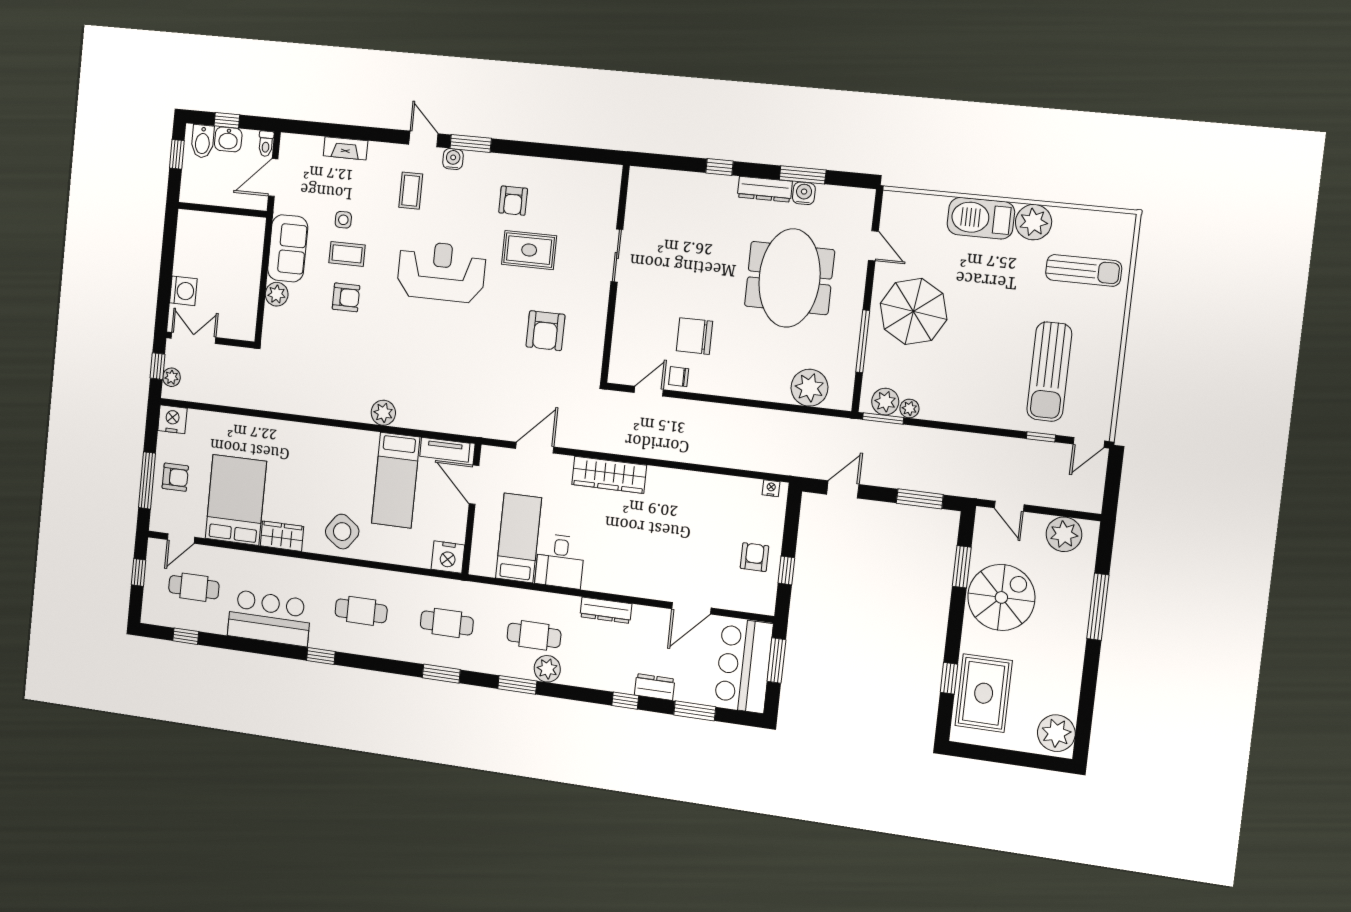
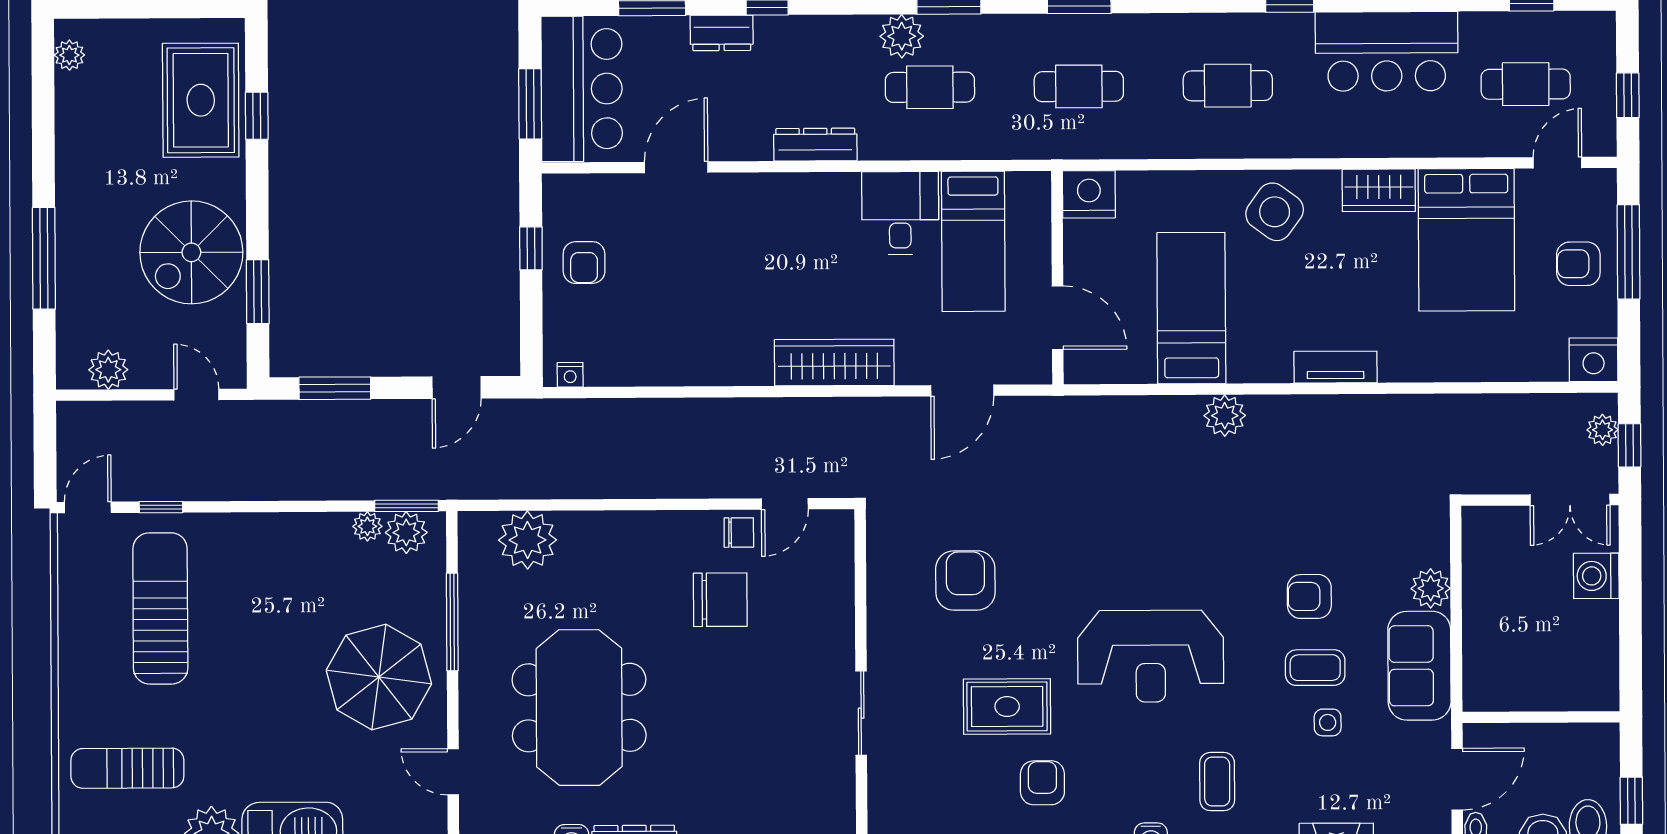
tv unit: (445, 450) -> (1336, 367), moved
plant: (1064, 534) -> (108, 370), width x0.73, depth x0.73
plant: (1056, 733) -> (69, 55), width x0.53, depth x0.53

